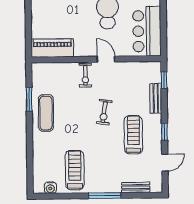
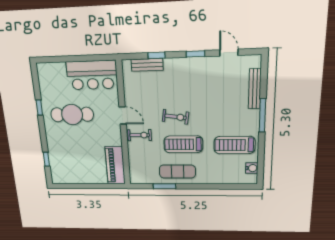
door: (106, 59) -> (123, 115), swing flipped
window: (164, 80) -> (156, 55), moved
bench: (156, 98) -> (147, 65), moved
treadmill: (133, 135) -> (183, 144), moved
bench: (136, 187) -> (255, 89), width x1.36

